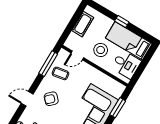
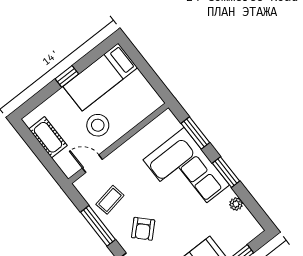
door: (77, 55) -> (92, 164), swing flipped
window: (48, 64) -> (98, 226), moved
desk: (126, 64) -> (134, 95), removed

